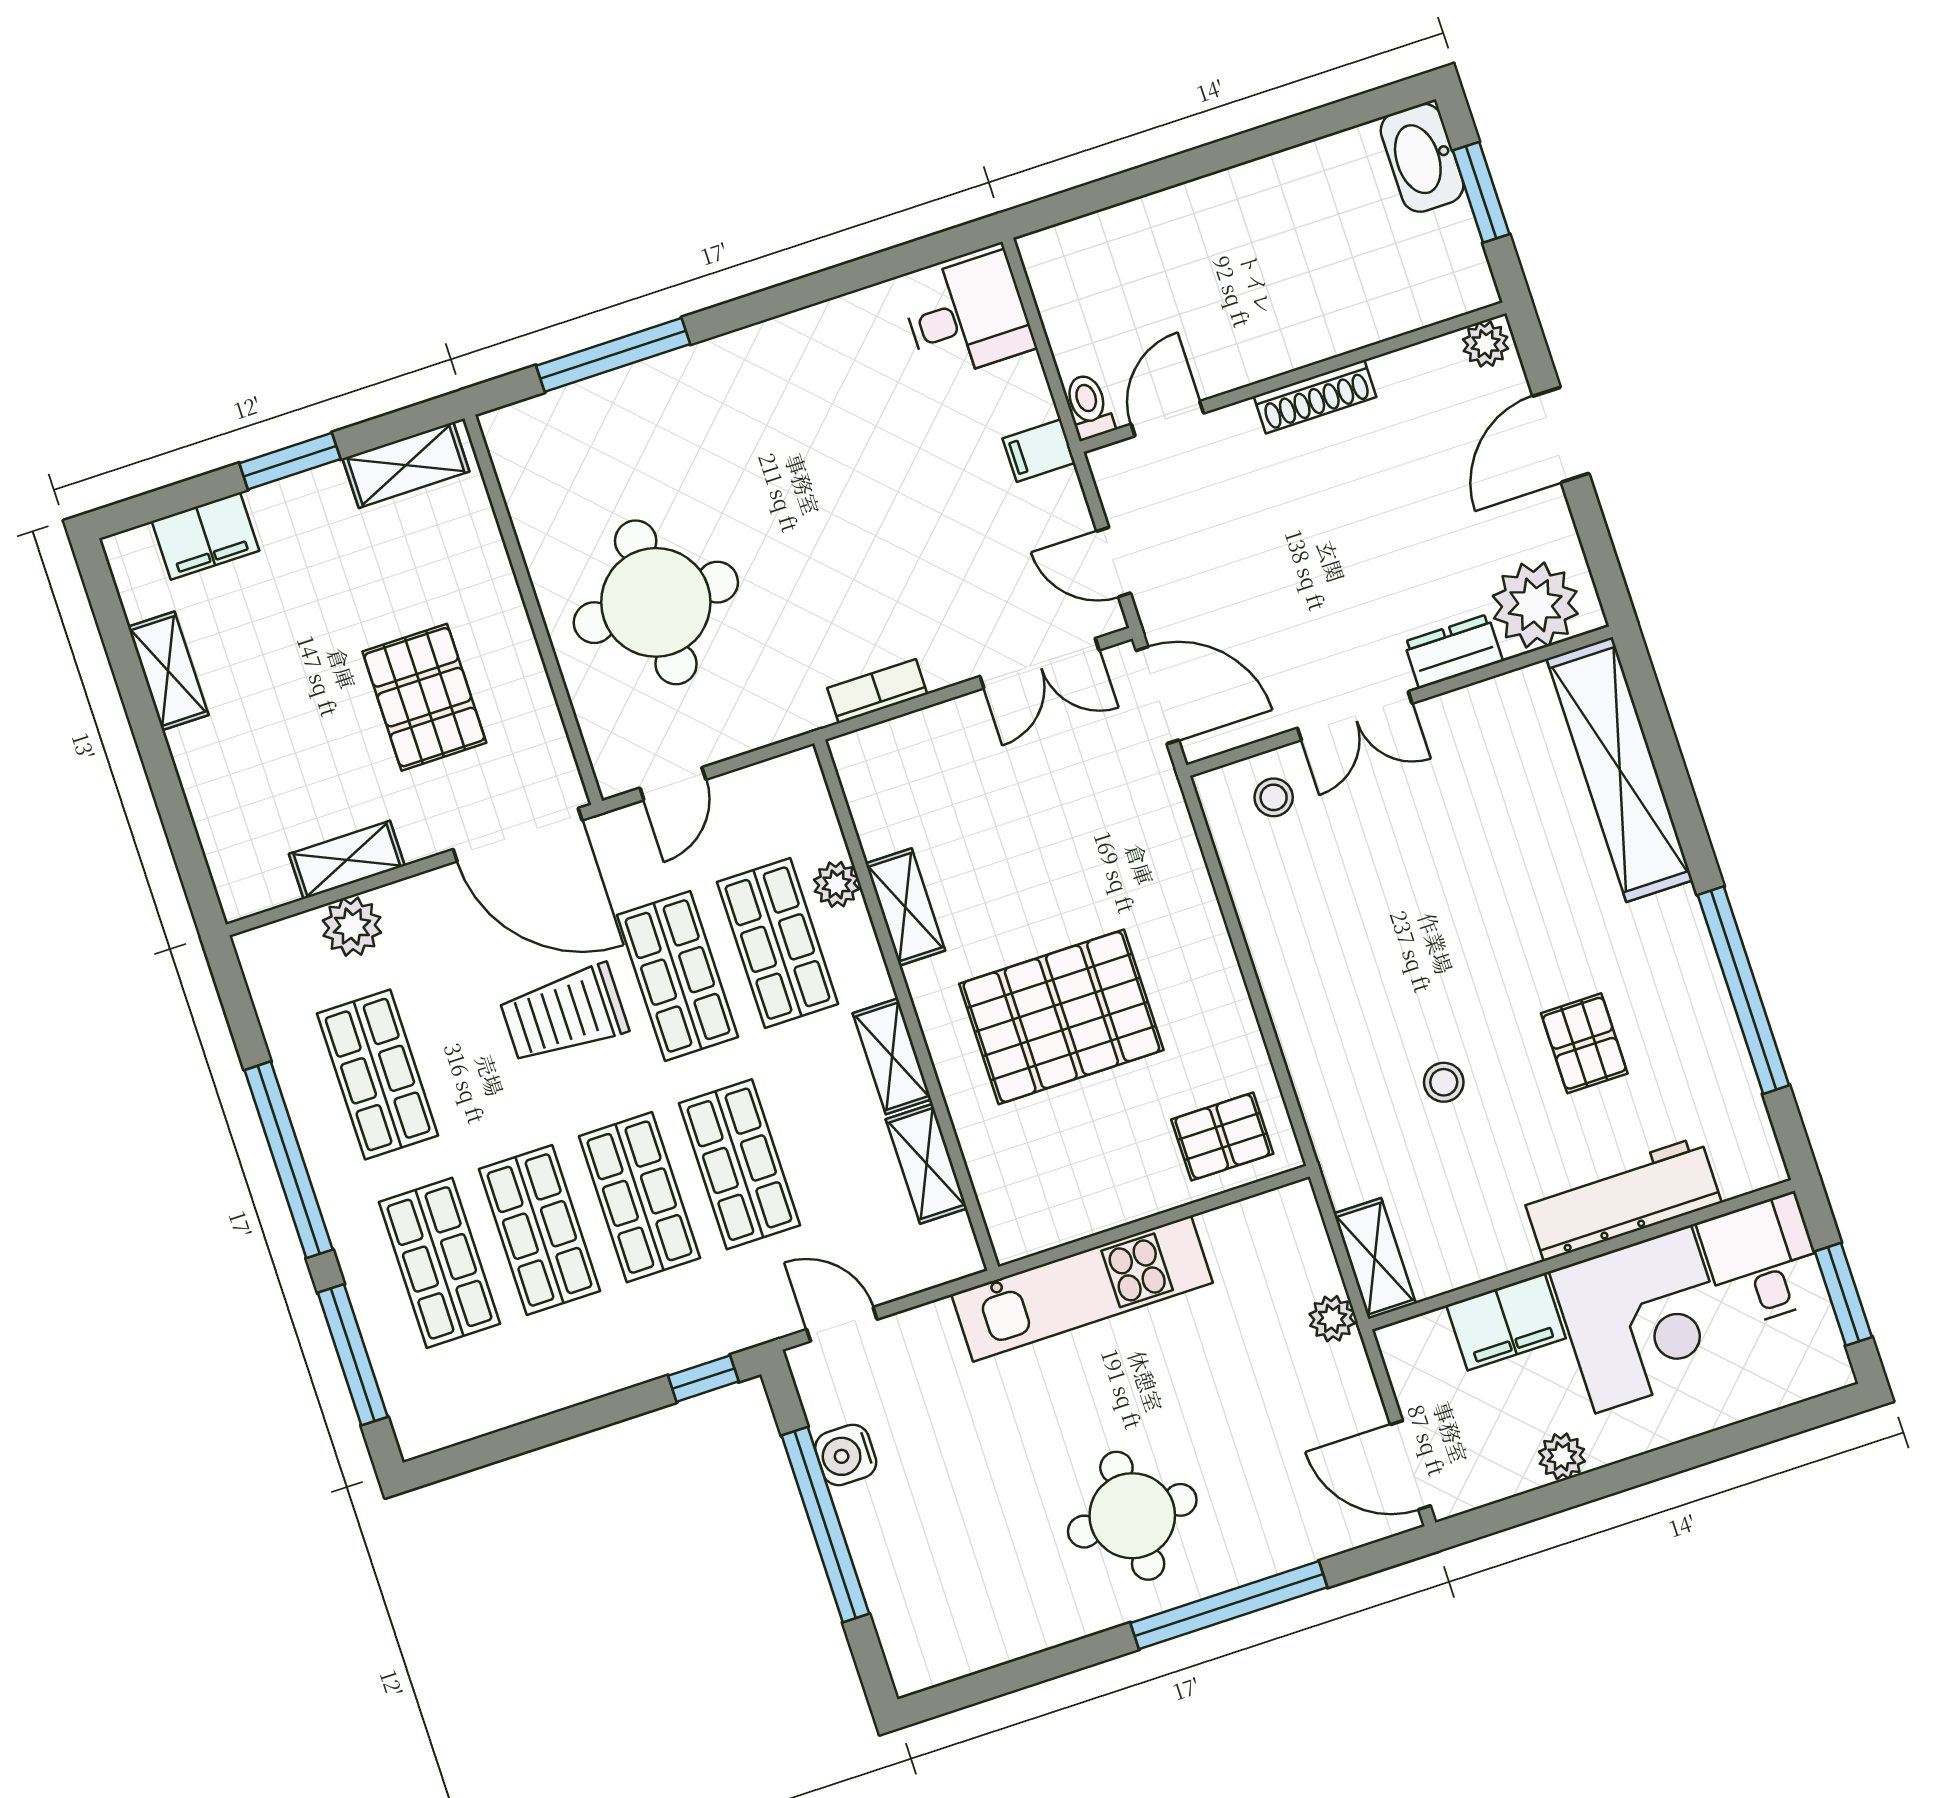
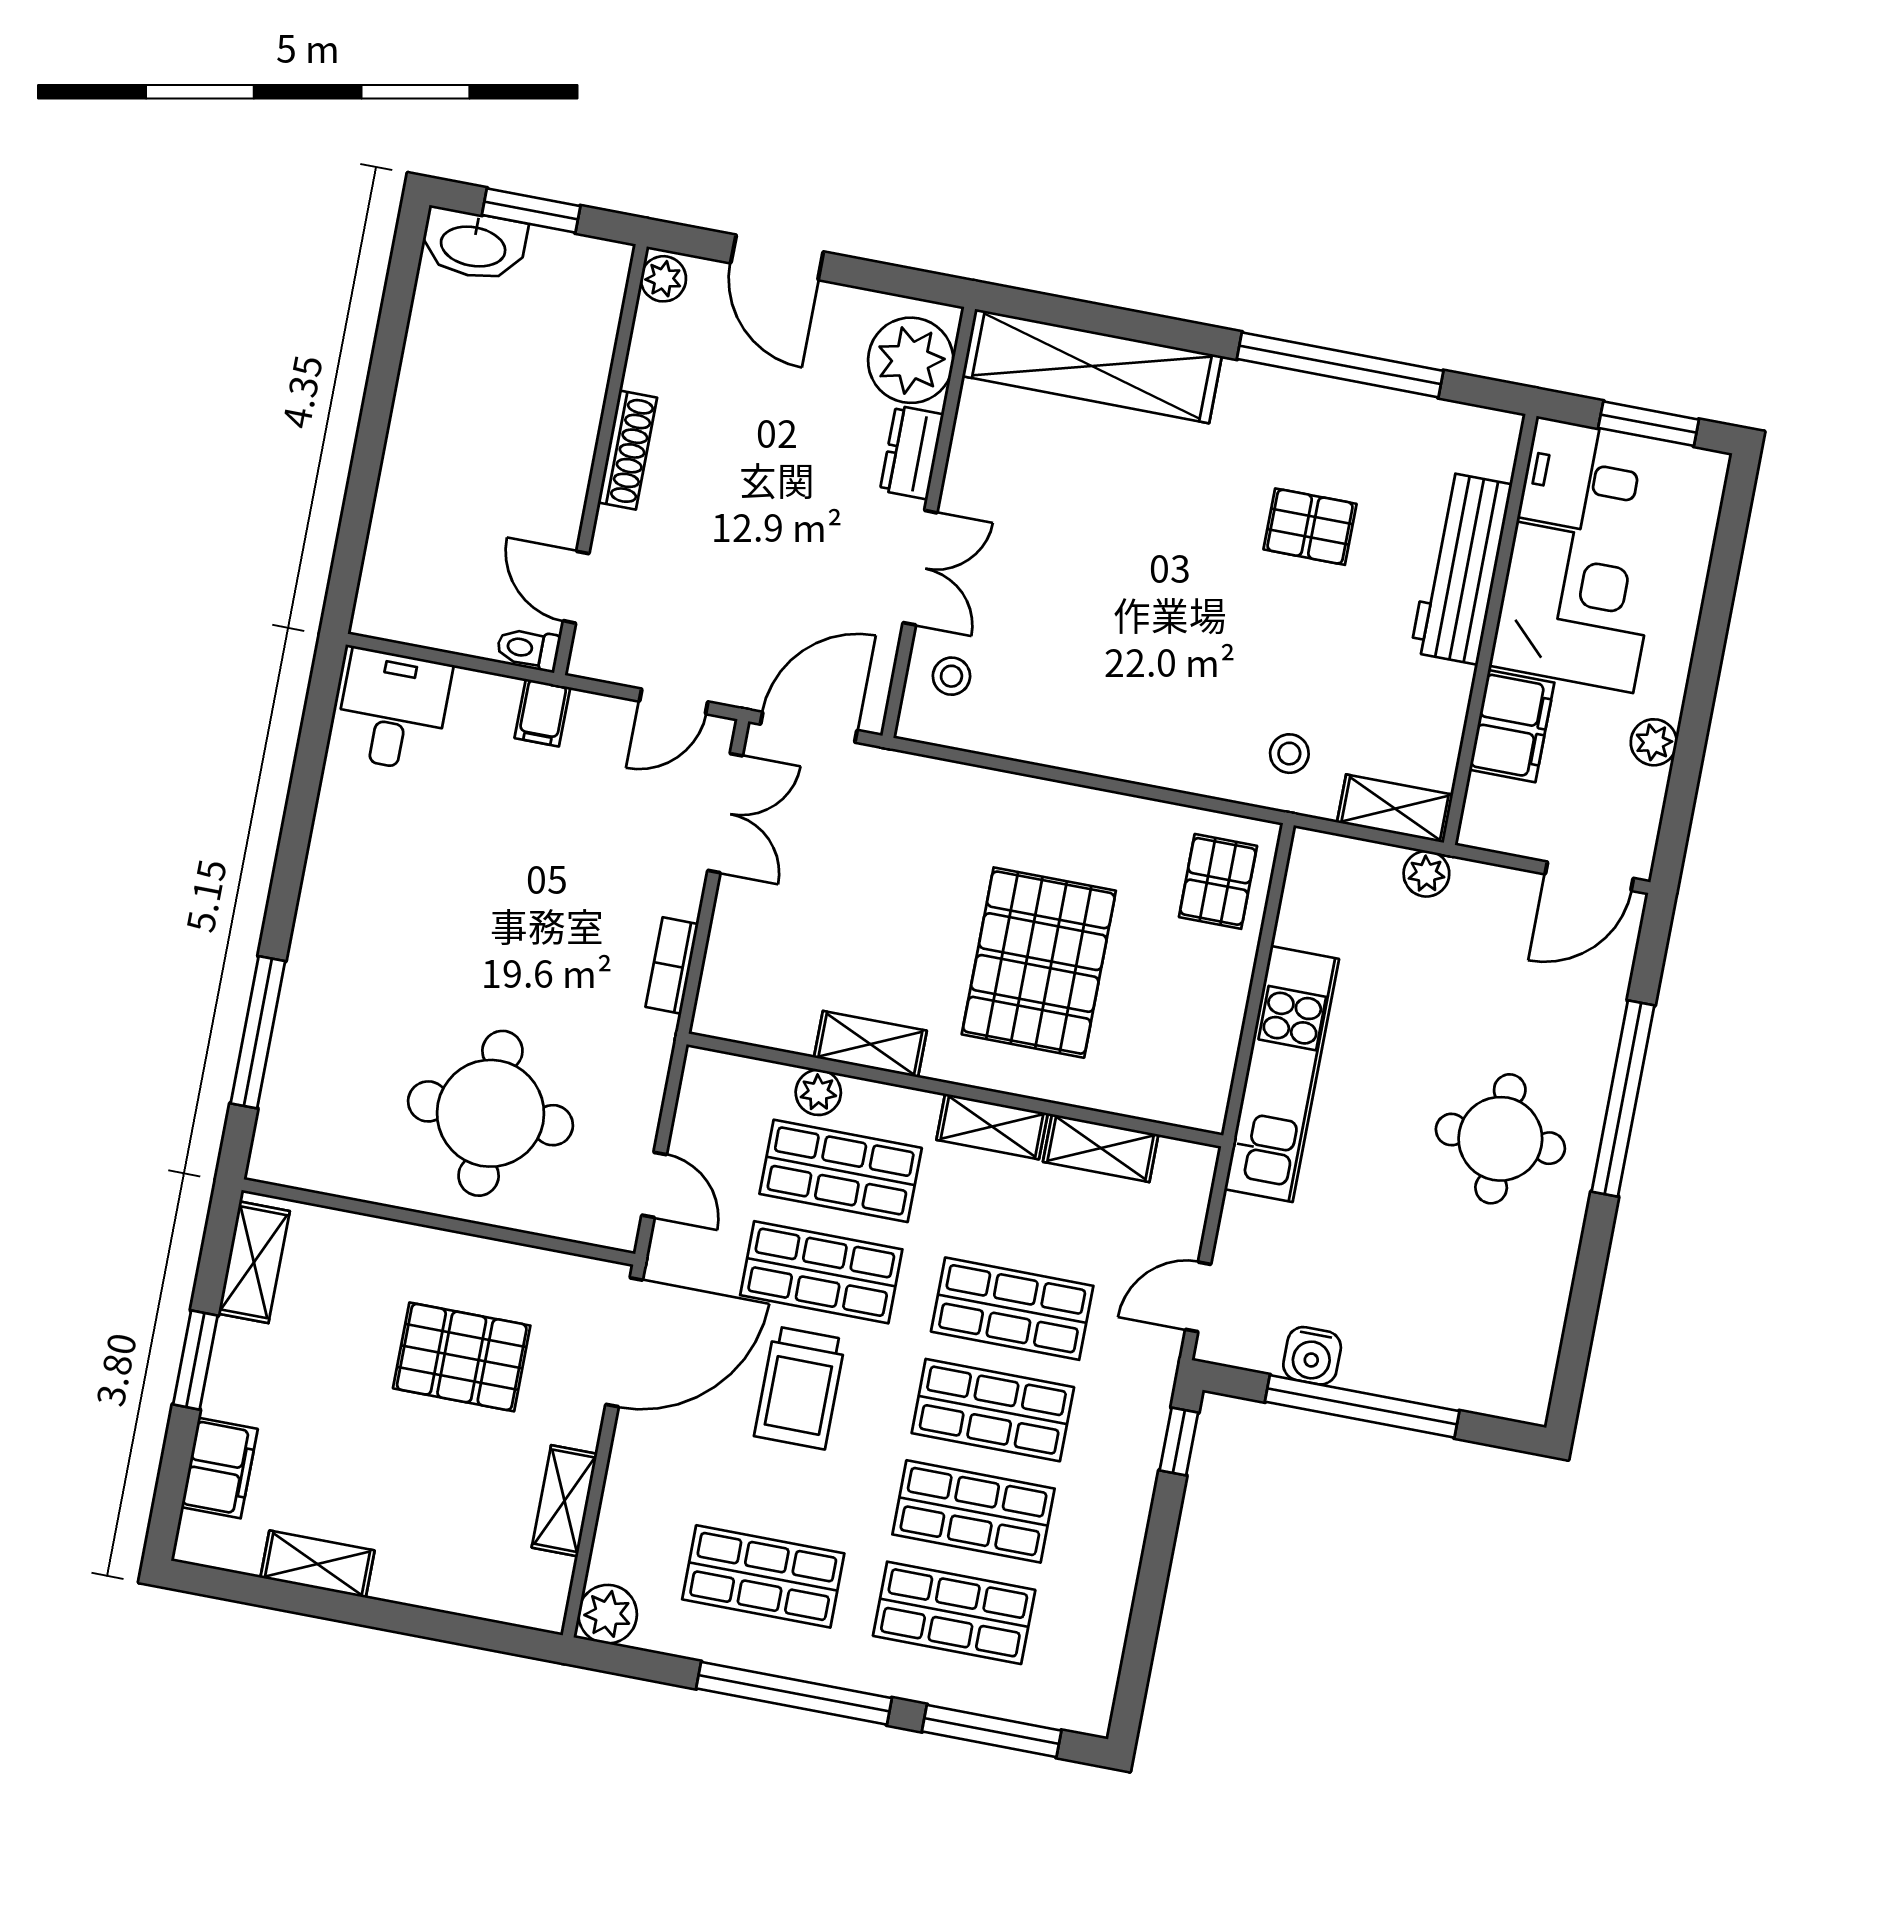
plant: (352, 927) -> (608, 1614), moved
stool: (1444, 1082) -> (1289, 754), moved

